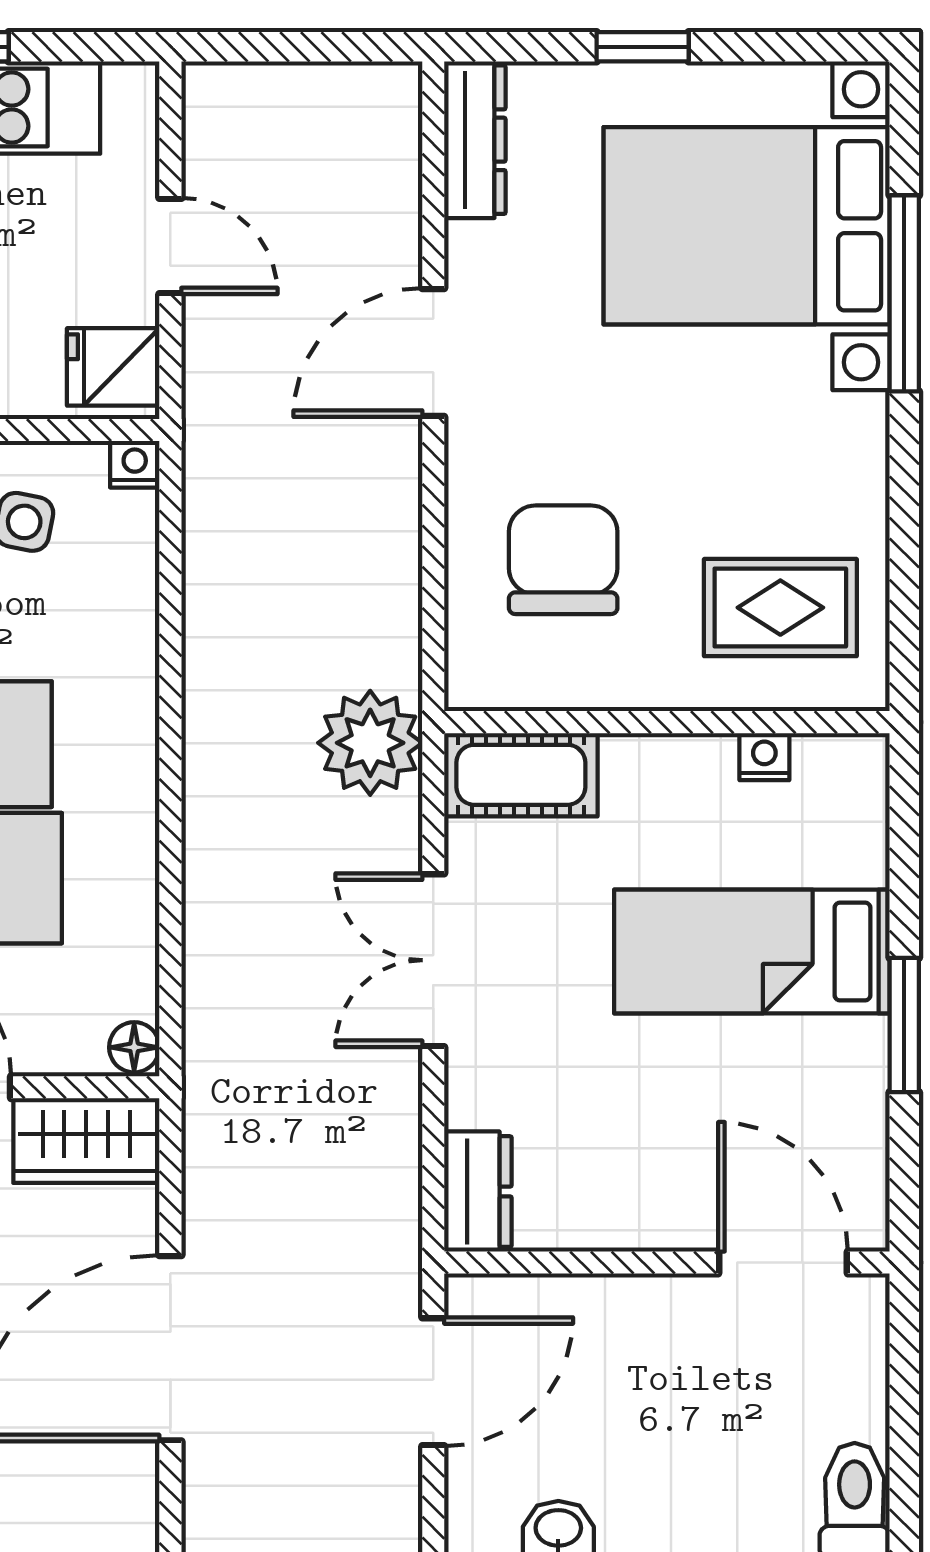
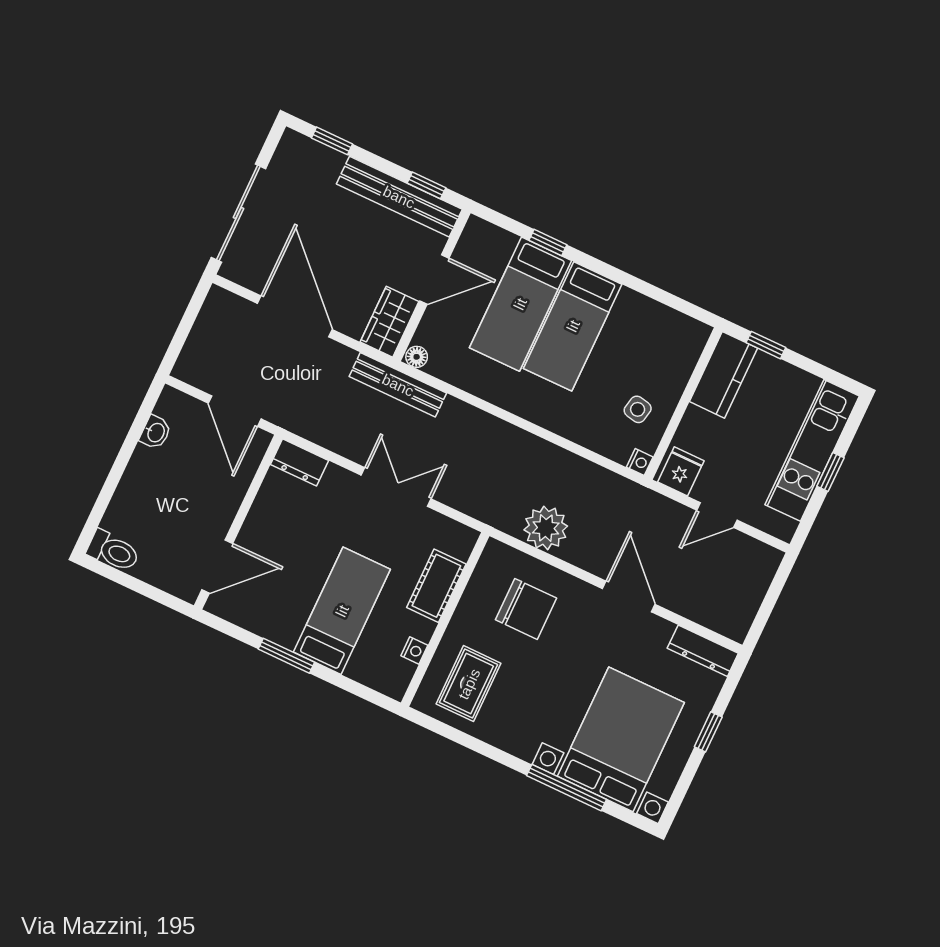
plant: (370, 743) -> (546, 528), moved
cot: (521, 775) -> (436, 586), moved
bench: (213, 1059) -> (398, 385), added

